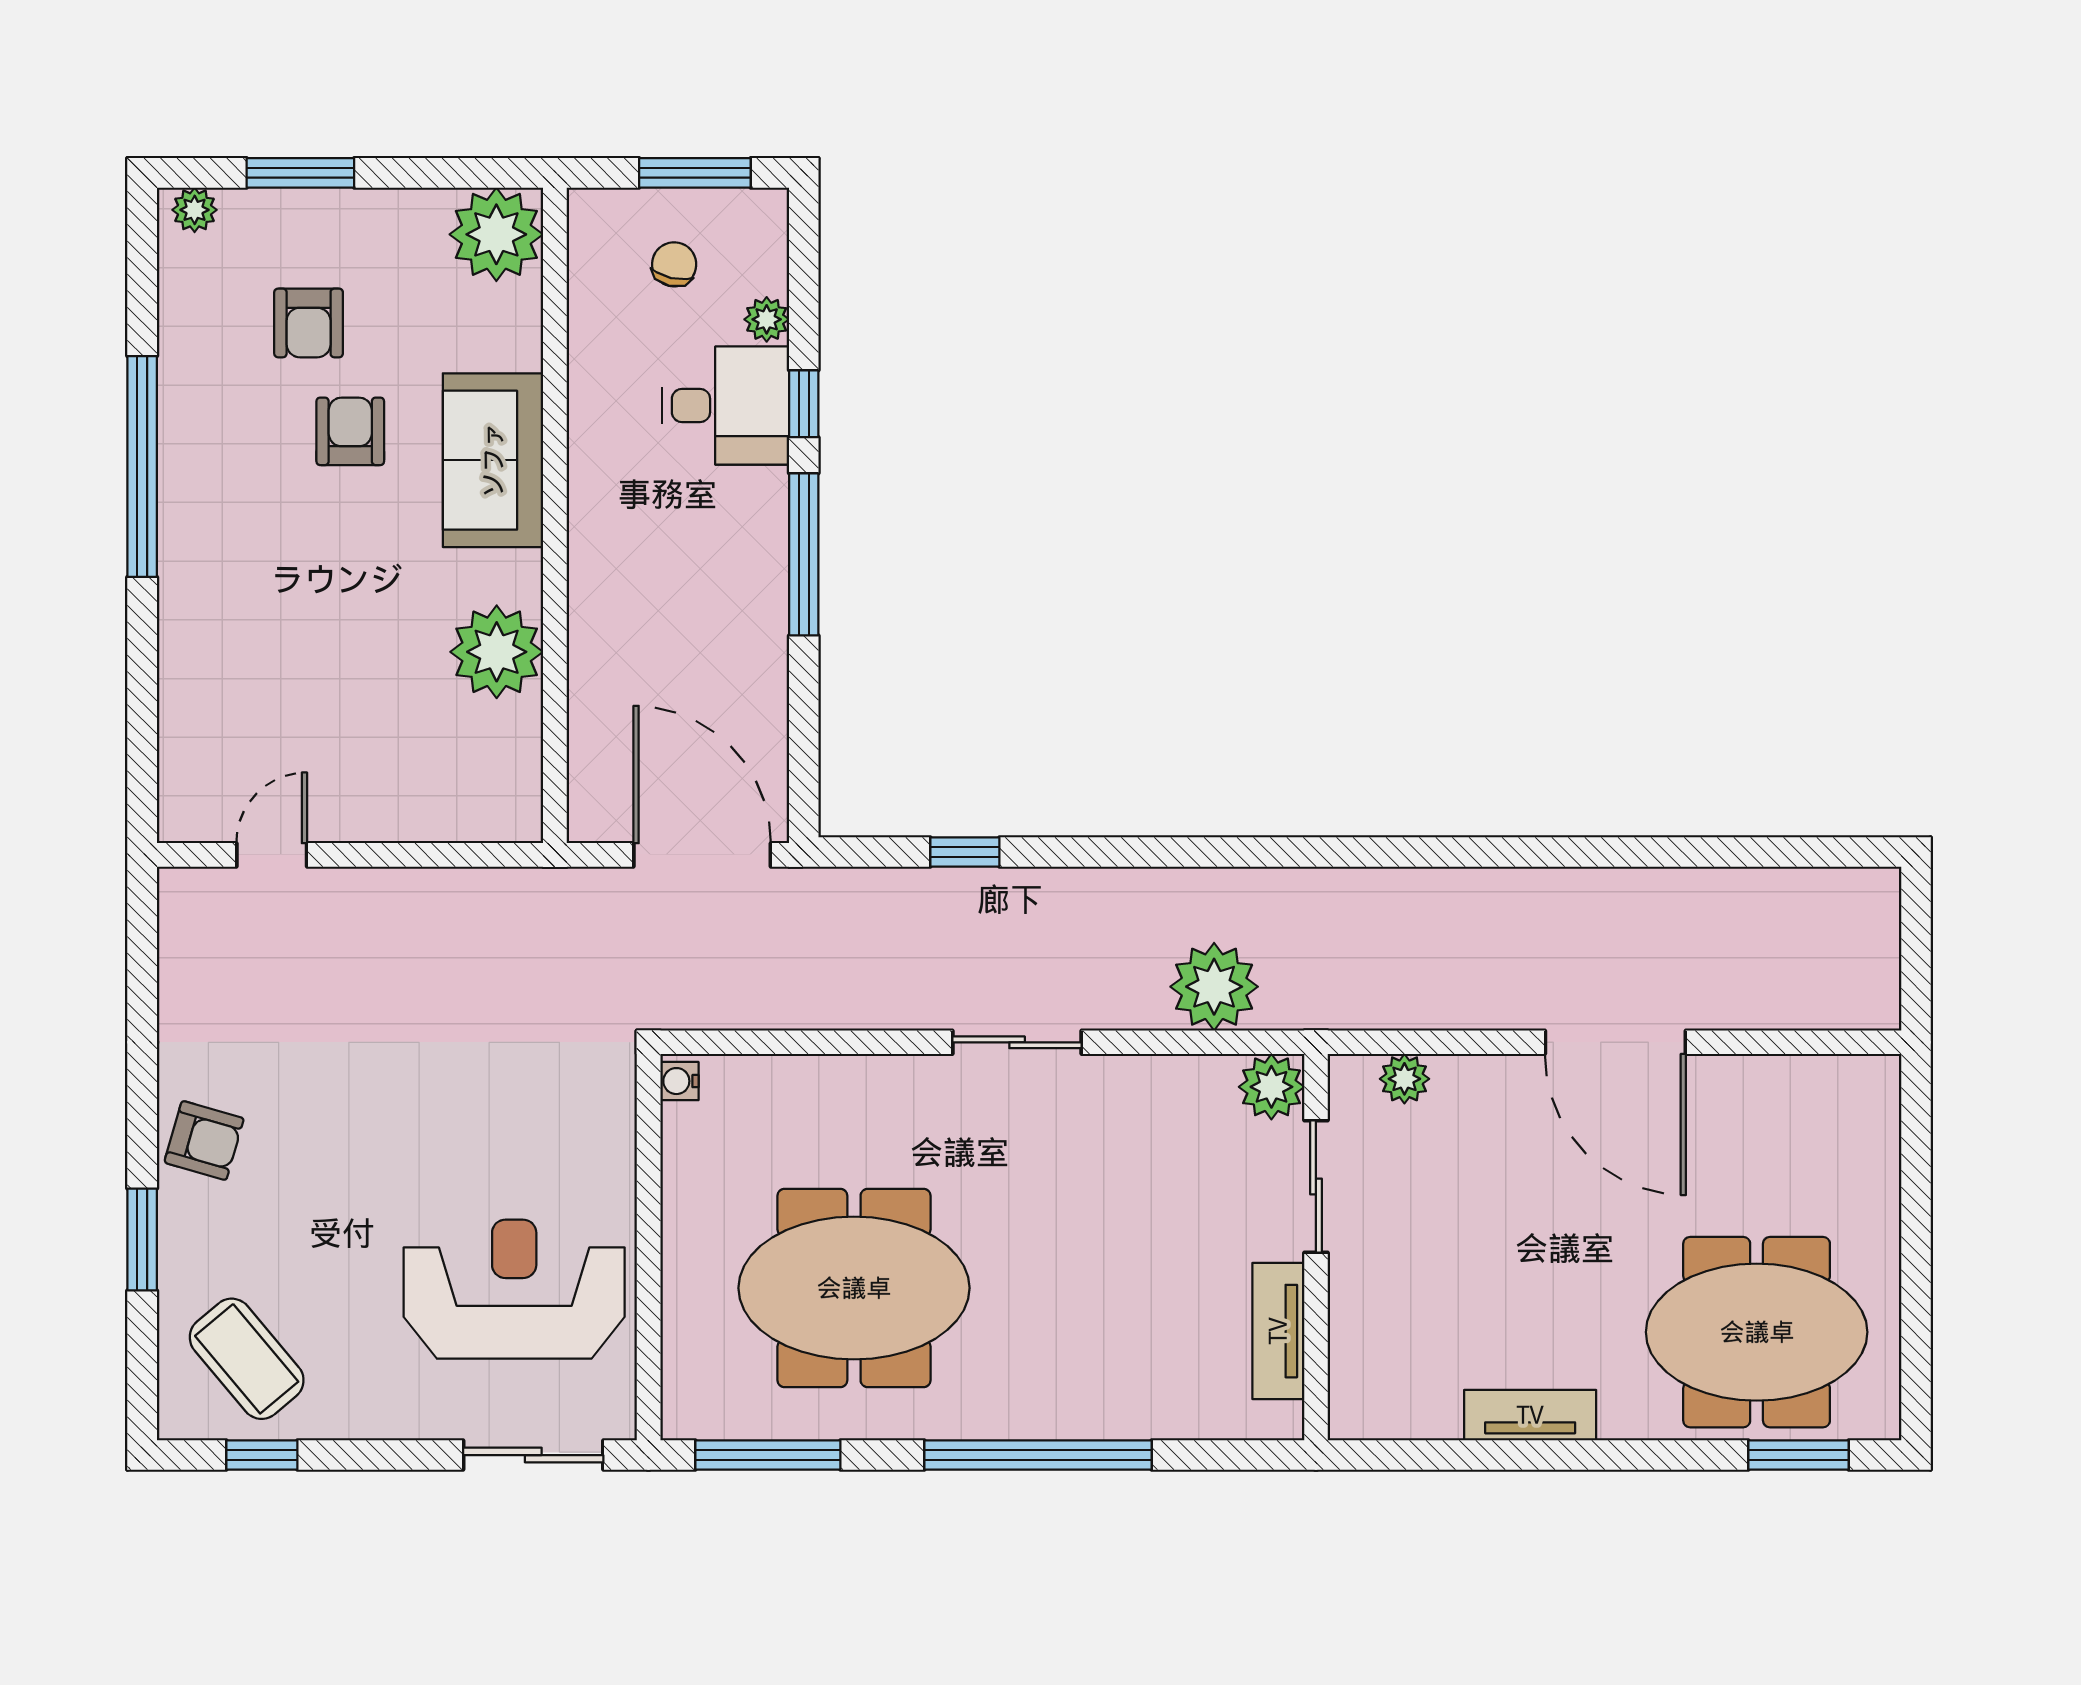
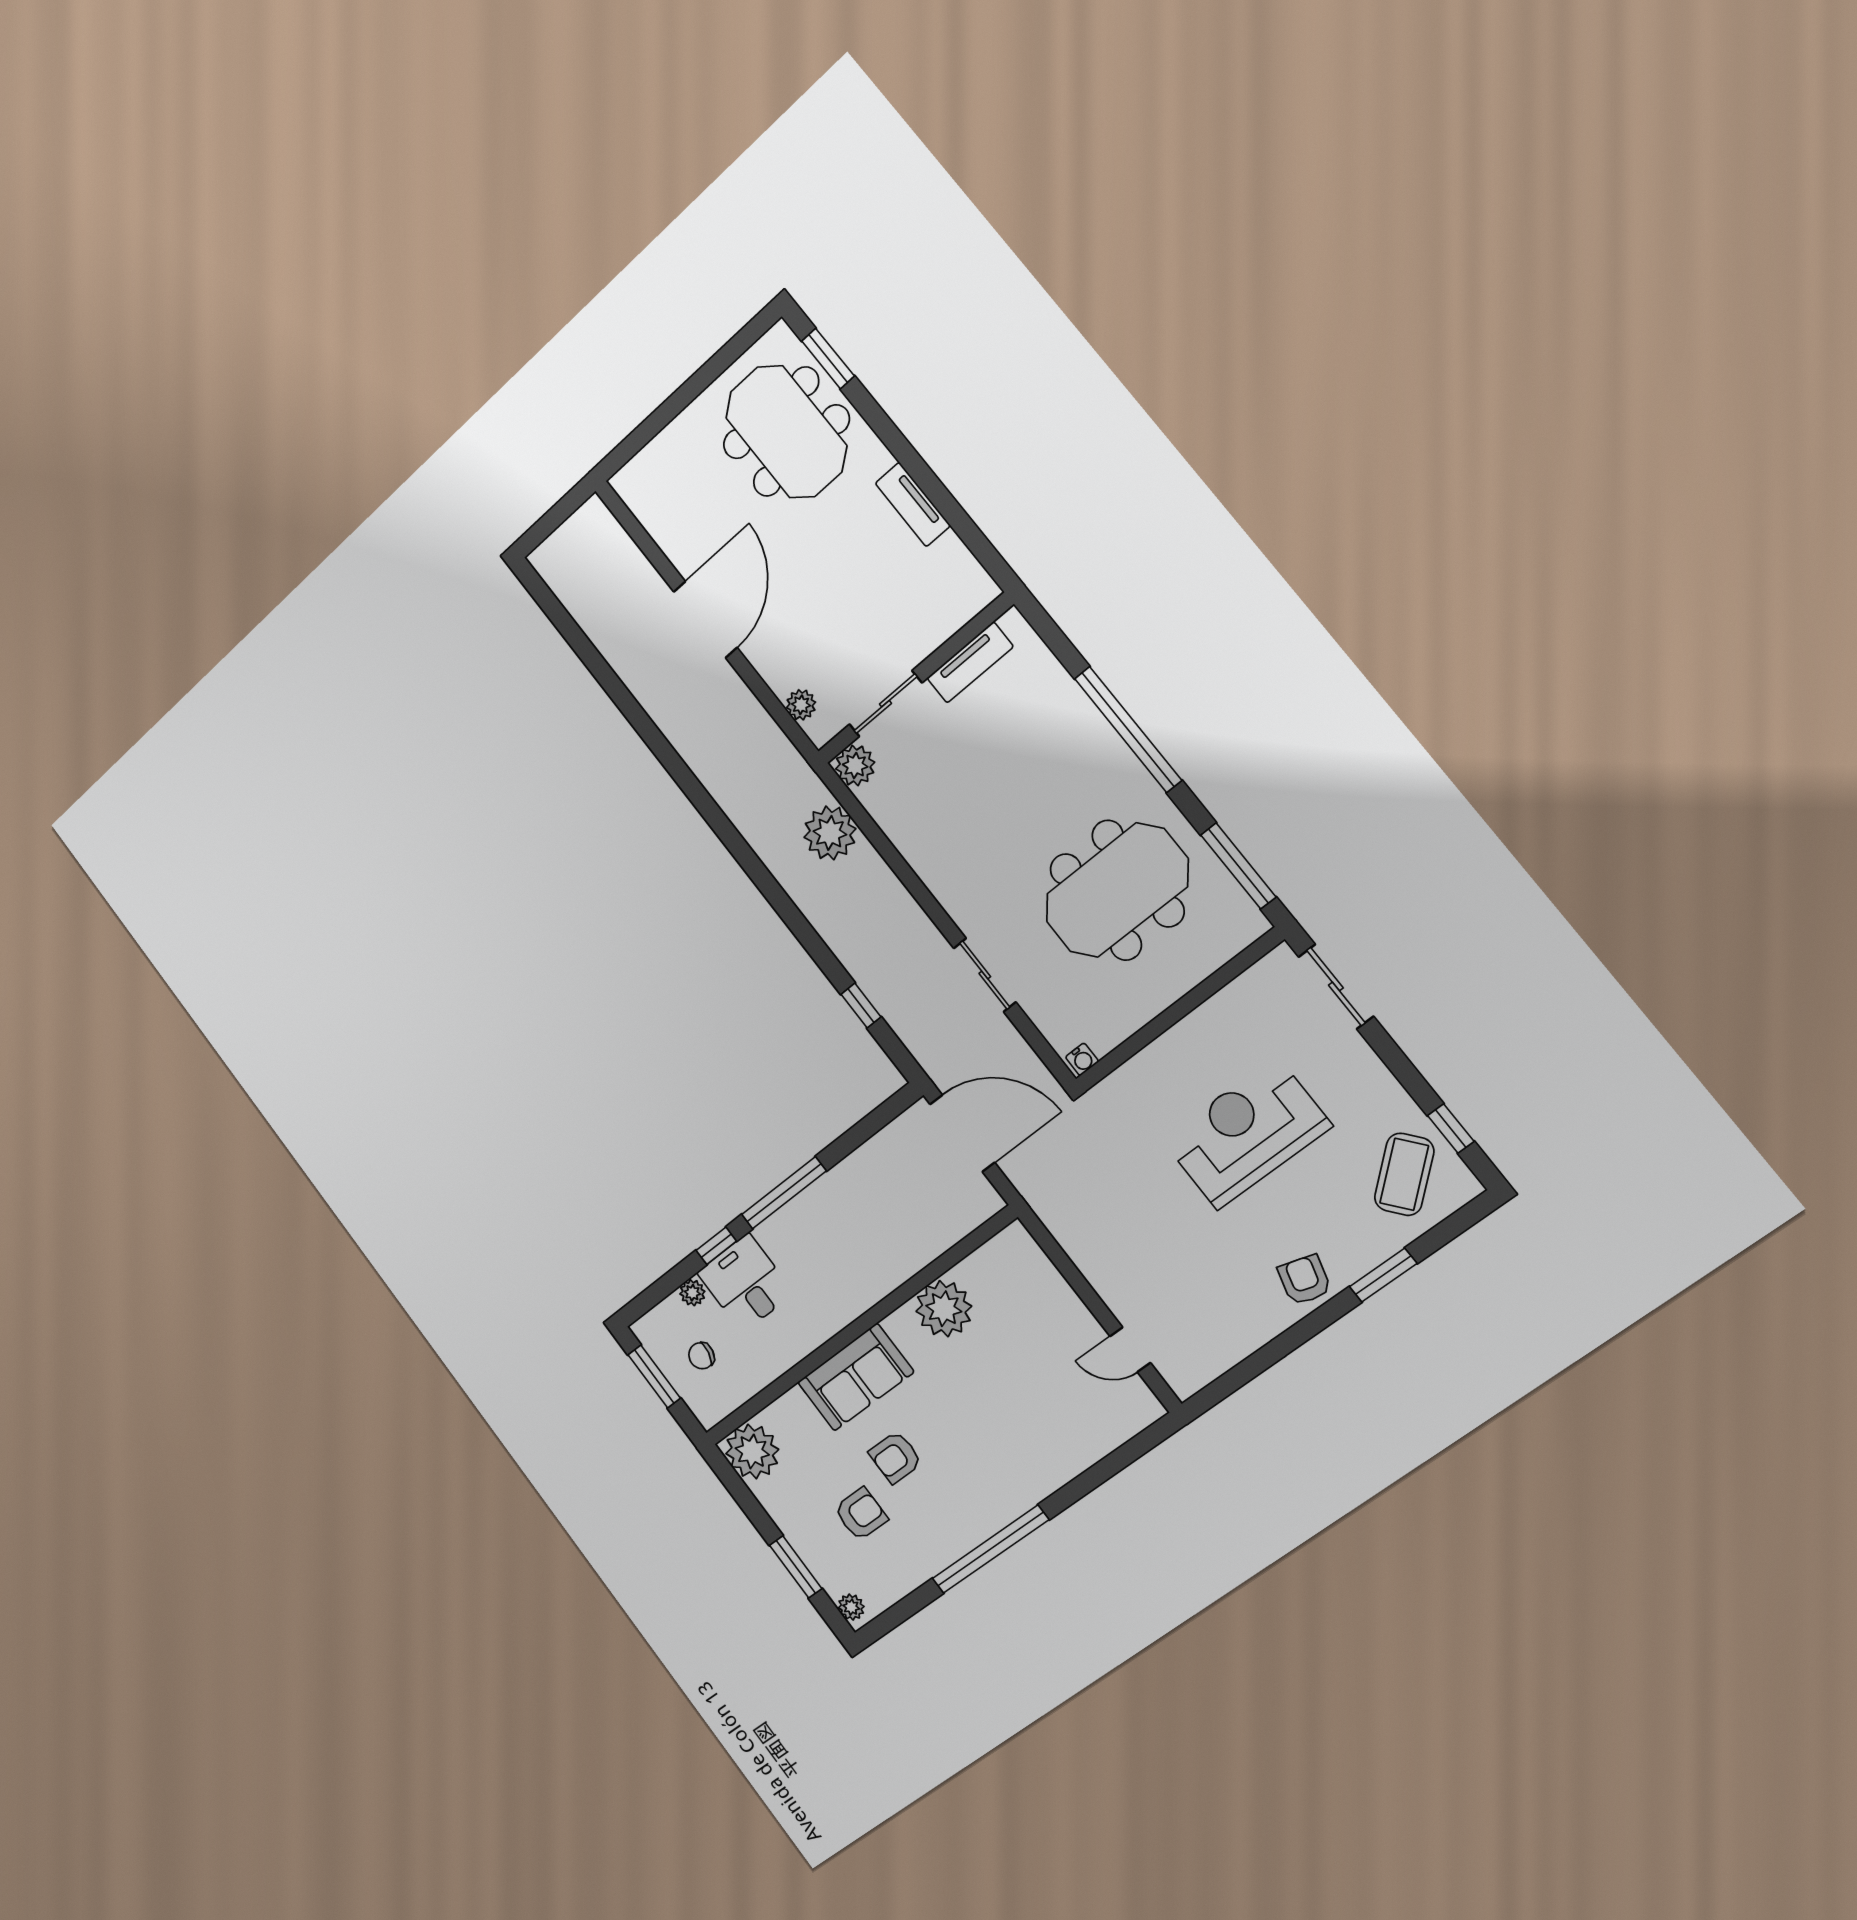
door: (702, 855) -> (962, 1133), swing flipped
sliding door: (1017, 1042) -> (985, 975), moved
meeting table: (854, 1288) -> (1117, 890), turned 90
reception desk: (514, 1289) -> (1246, 1133), moved, turned 90

